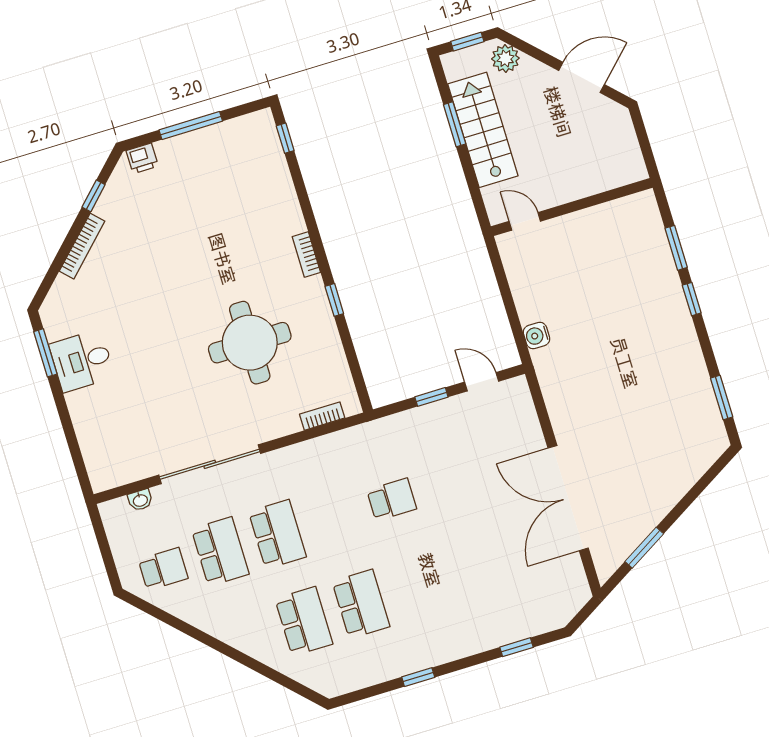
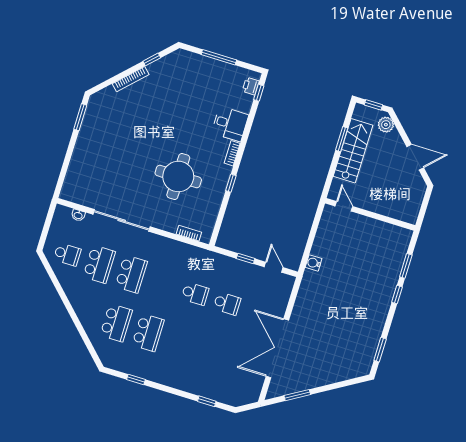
printer: (142, 158) -> (251, 86), moved, turned 90
desk: (82, 361) -> (230, 124), moved, turned 180
school desk: (449, 482) -> (227, 303), added
window: (418, 677) -> (136, 380), moved

